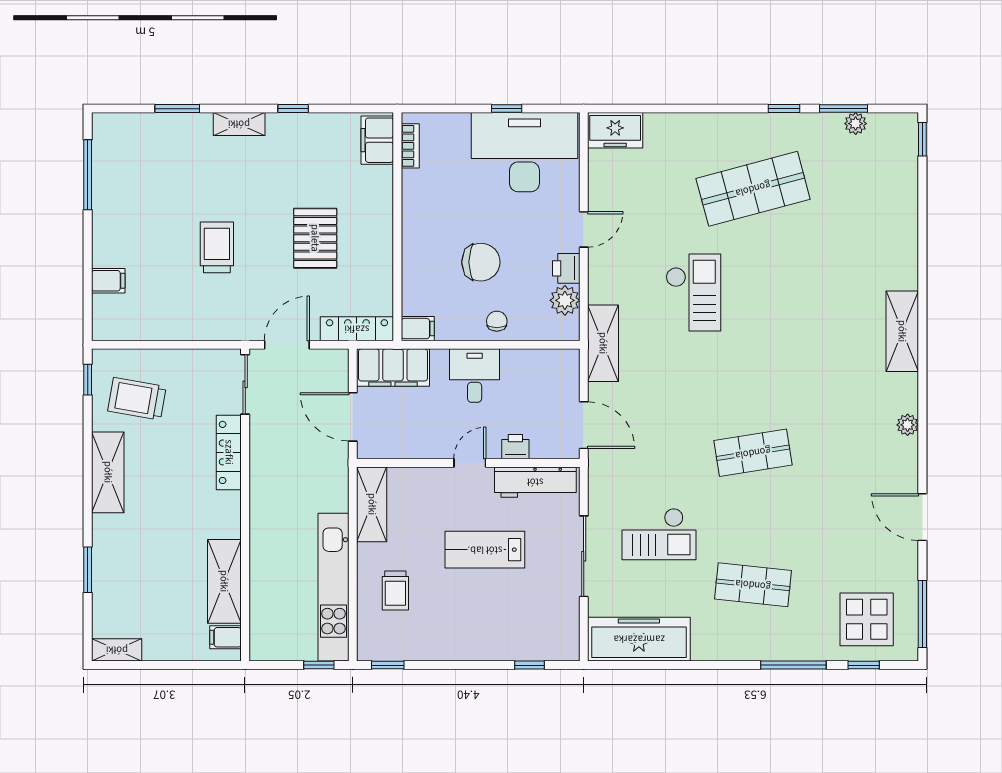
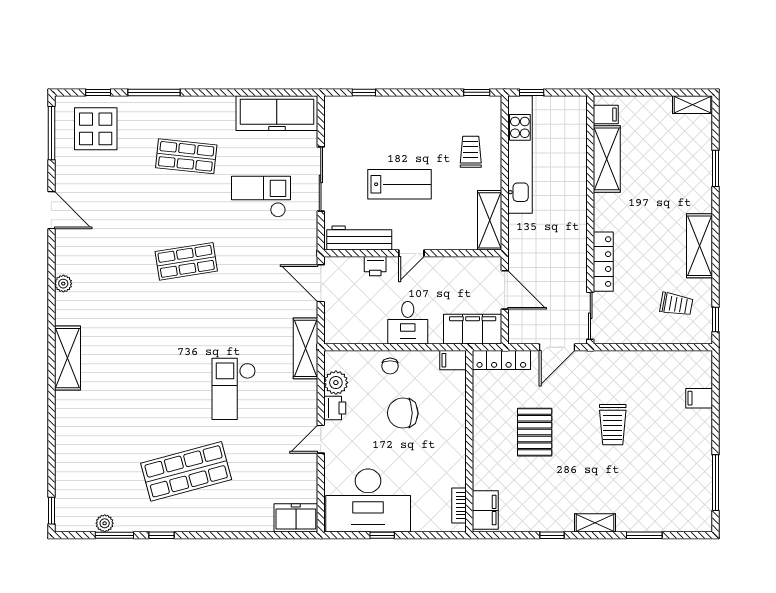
trolley: (137, 399) -> (676, 304), width x0.73, depth x0.72

